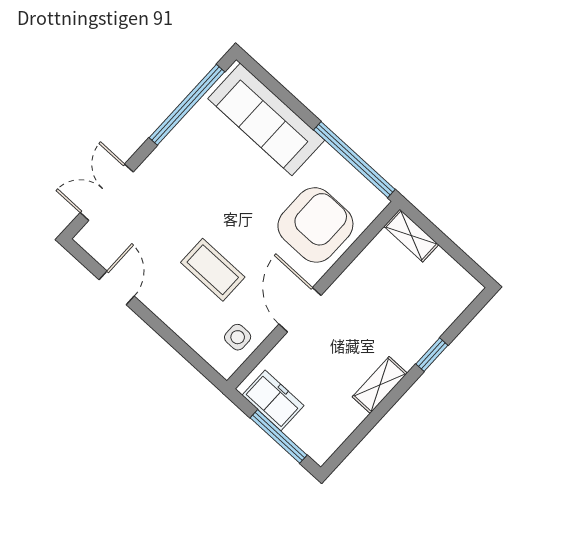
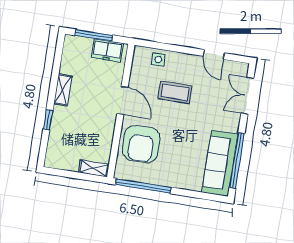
sofa: (266, 119) -> (220, 163), moved, turned -90
double door: (107, 192) -> (247, 96), swing flipped
side table: (238, 337) -> (158, 59), moved

